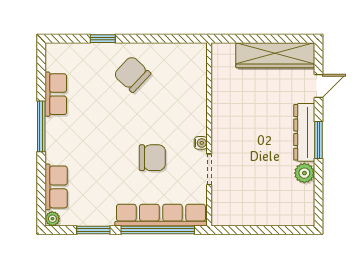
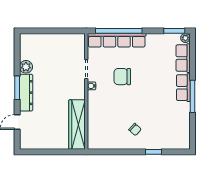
wardrobe: (275, 55) -> (77, 125), moved, turned -90
chair: (132, 74) -> (135, 129), width x0.54, depth x0.54
row of seats: (56, 94) -> (183, 88), moved
window: (93, 230) -> (174, 31), moved

